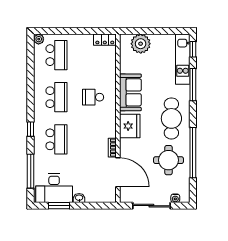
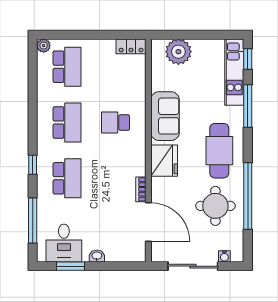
desk: (54, 188) -> (64, 243), width x0.73

